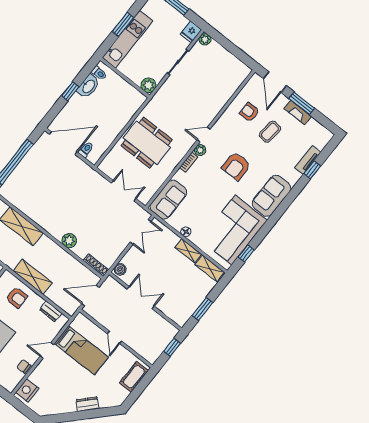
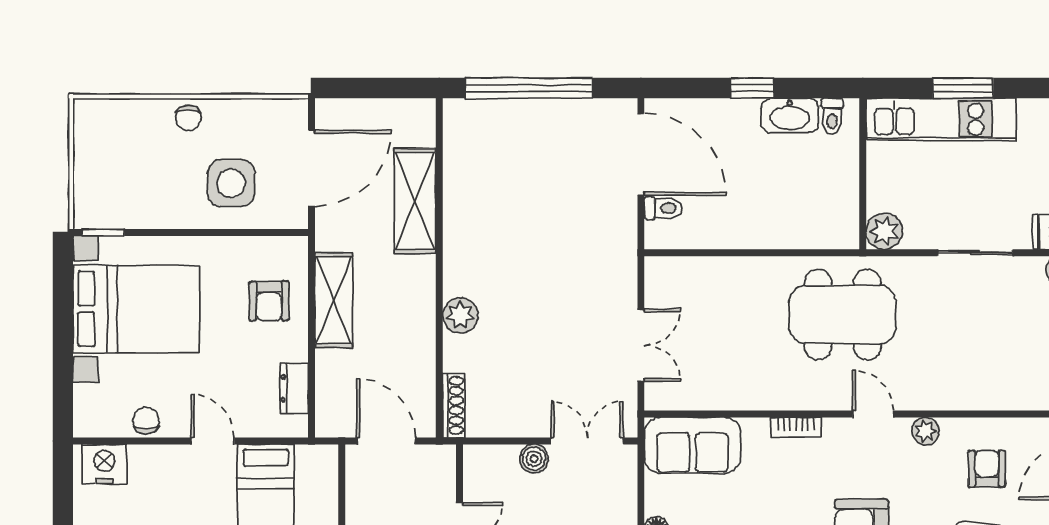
dining table: (147, 143) -> (843, 315), moved, turned 90
plant: (200, 150) -> (925, 431), moved
double door: (141, 232) -> (587, 441), swing flipped
boiler: (120, 269) -> (534, 459), moved

